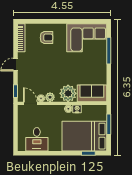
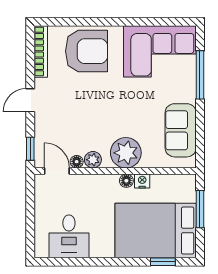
armchair: (46, 38) -> (87, 51), width x1.88, depth x1.88
sofa: (92, 93) -> (181, 130), moved, turned -90

